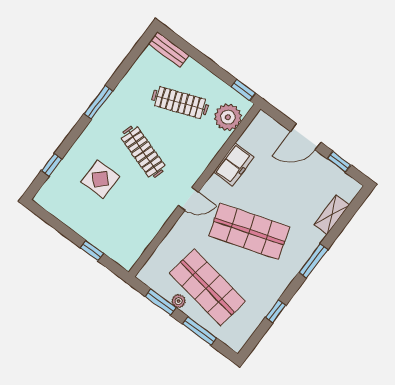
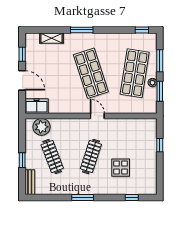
window: (243, 90) -> (22, 160), moved
freezer: (234, 164) -> (37, 106), moved
window: (276, 311) -> (142, 30), moved

